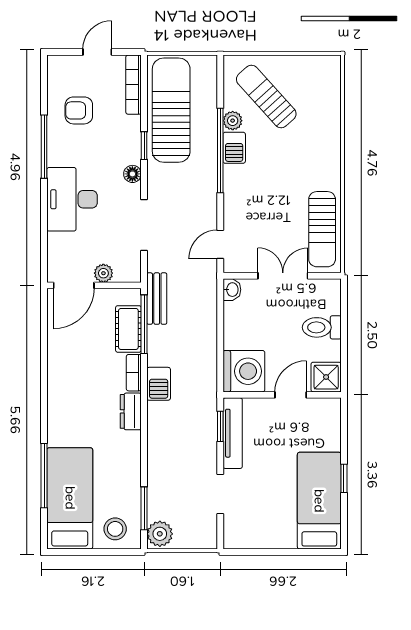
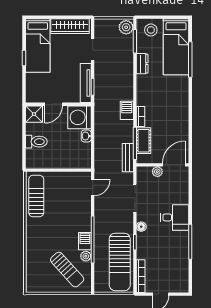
armchair: (79, 110) -> (171, 262), removed
desk: (72, 199) -> (175, 217), width x0.73
double door: (283, 276) -> (58, 170), removed
washbasin: (232, 290) -> (86, 136), moved
dresser: (131, 411) -> (142, 64), moved
wardrobe: (261, 536) -> (70, 26), added

